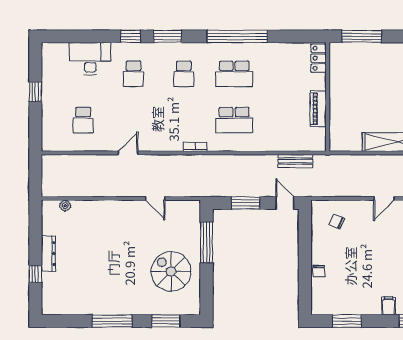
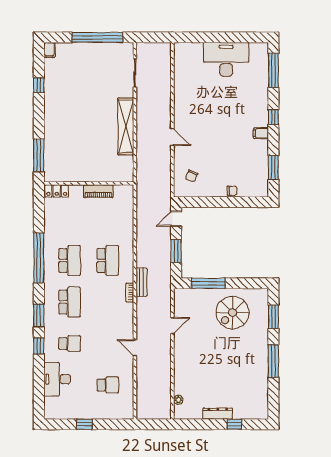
school desk: (184, 74) -> (70, 302), width x1.85
bench: (295, 161) -> (142, 282), moved

